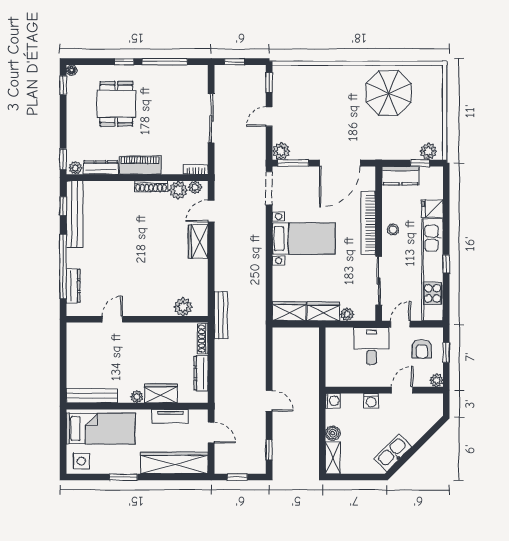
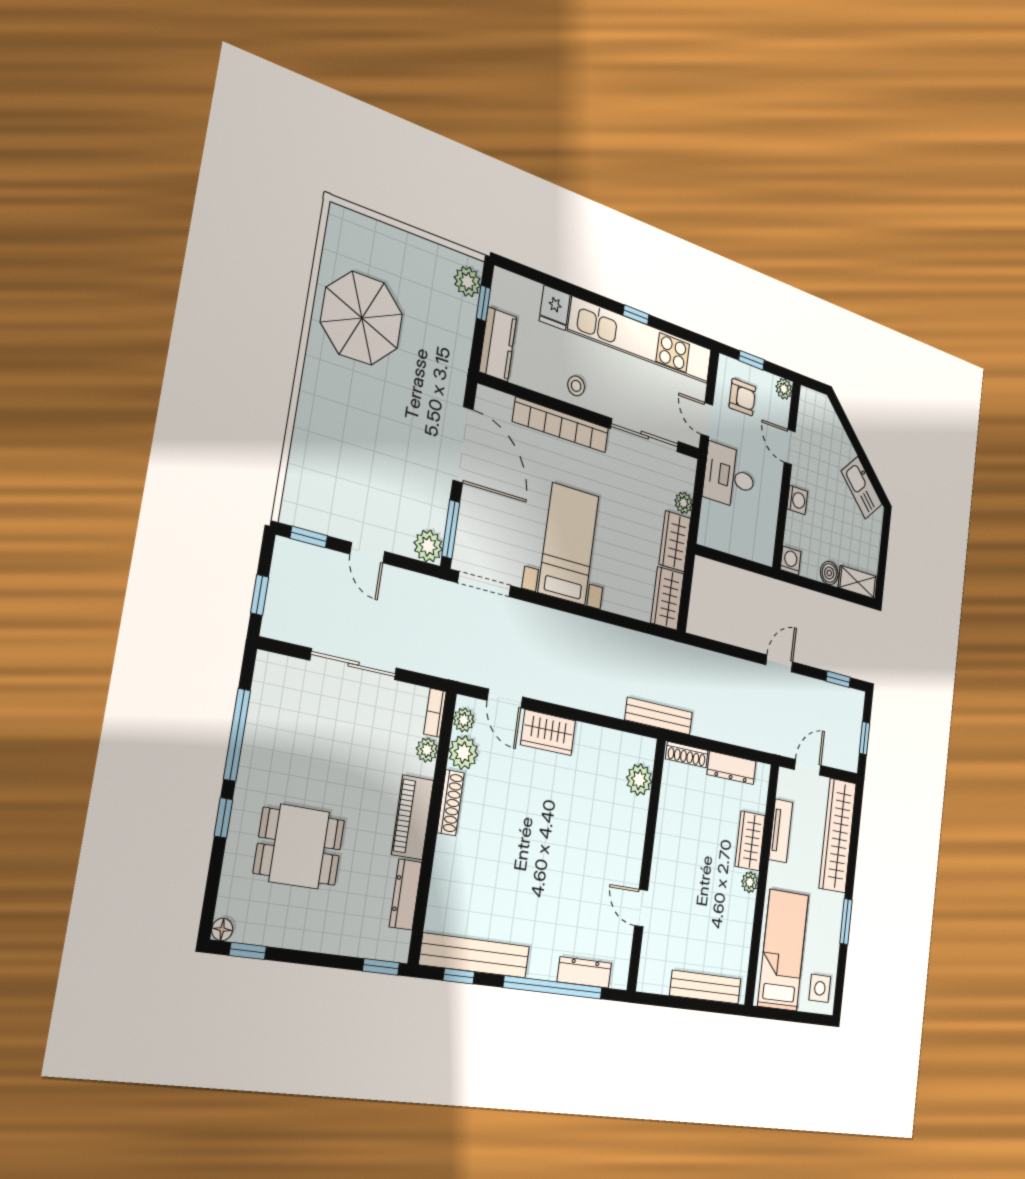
plant: (75, 168) -> (427, 750), moved
bench: (92, 396) -> (706, 987), moved, turned 90

